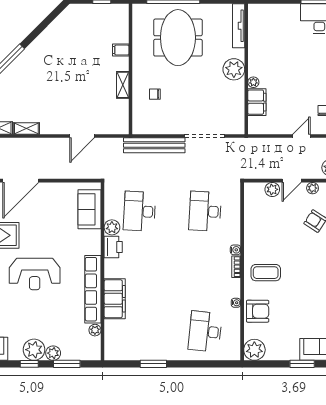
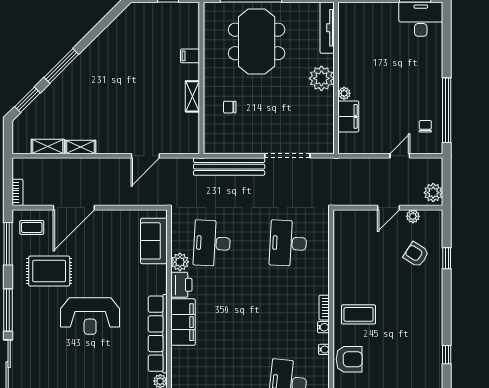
plant: (272, 189) -> (366, 218), removed
water cooler: (235, 250) -> (323, 327), moved
filing cabinet: (115, 299) -> (183, 322), moved

